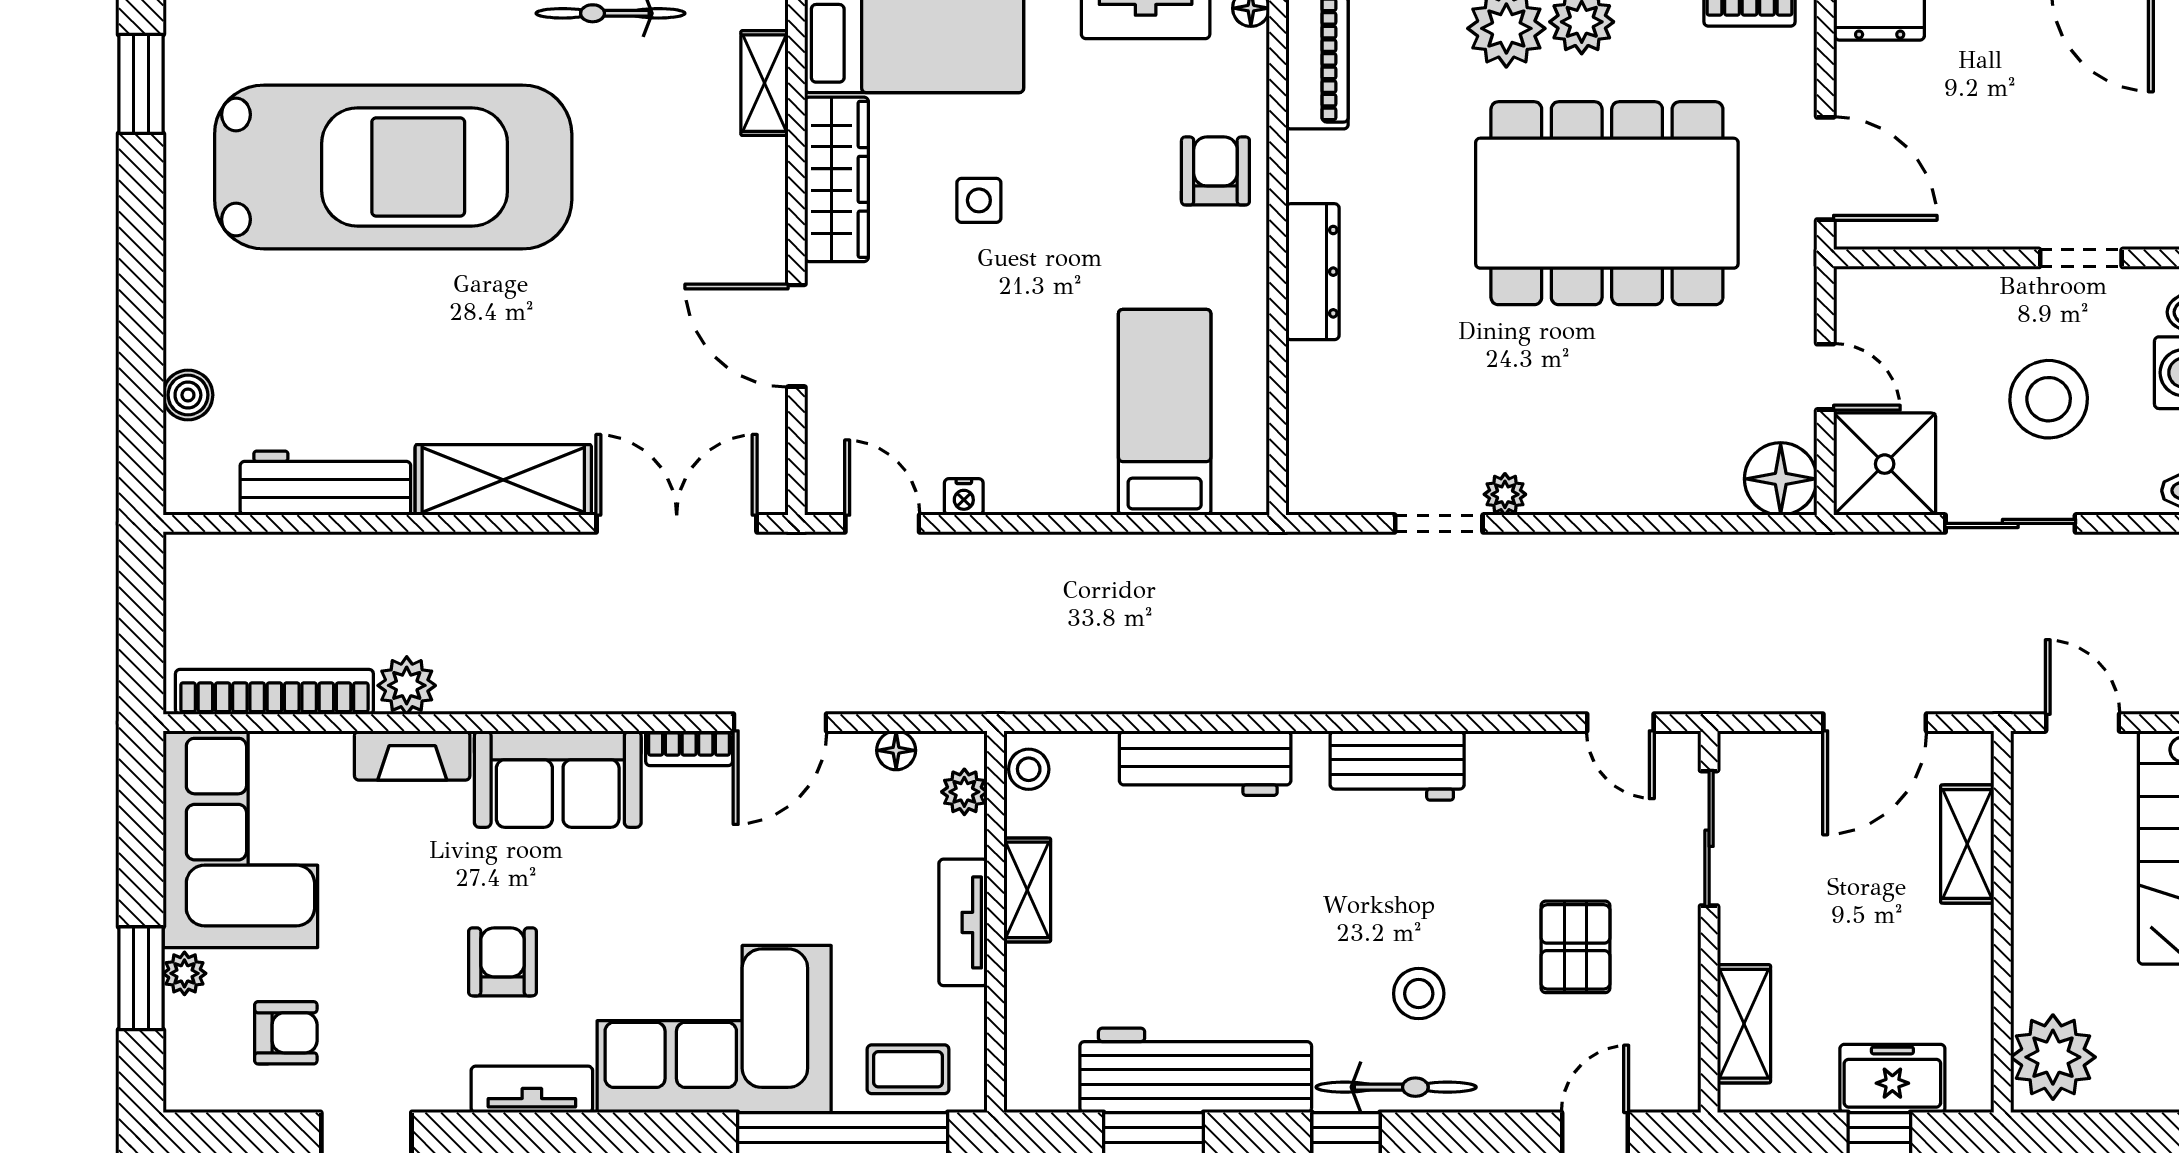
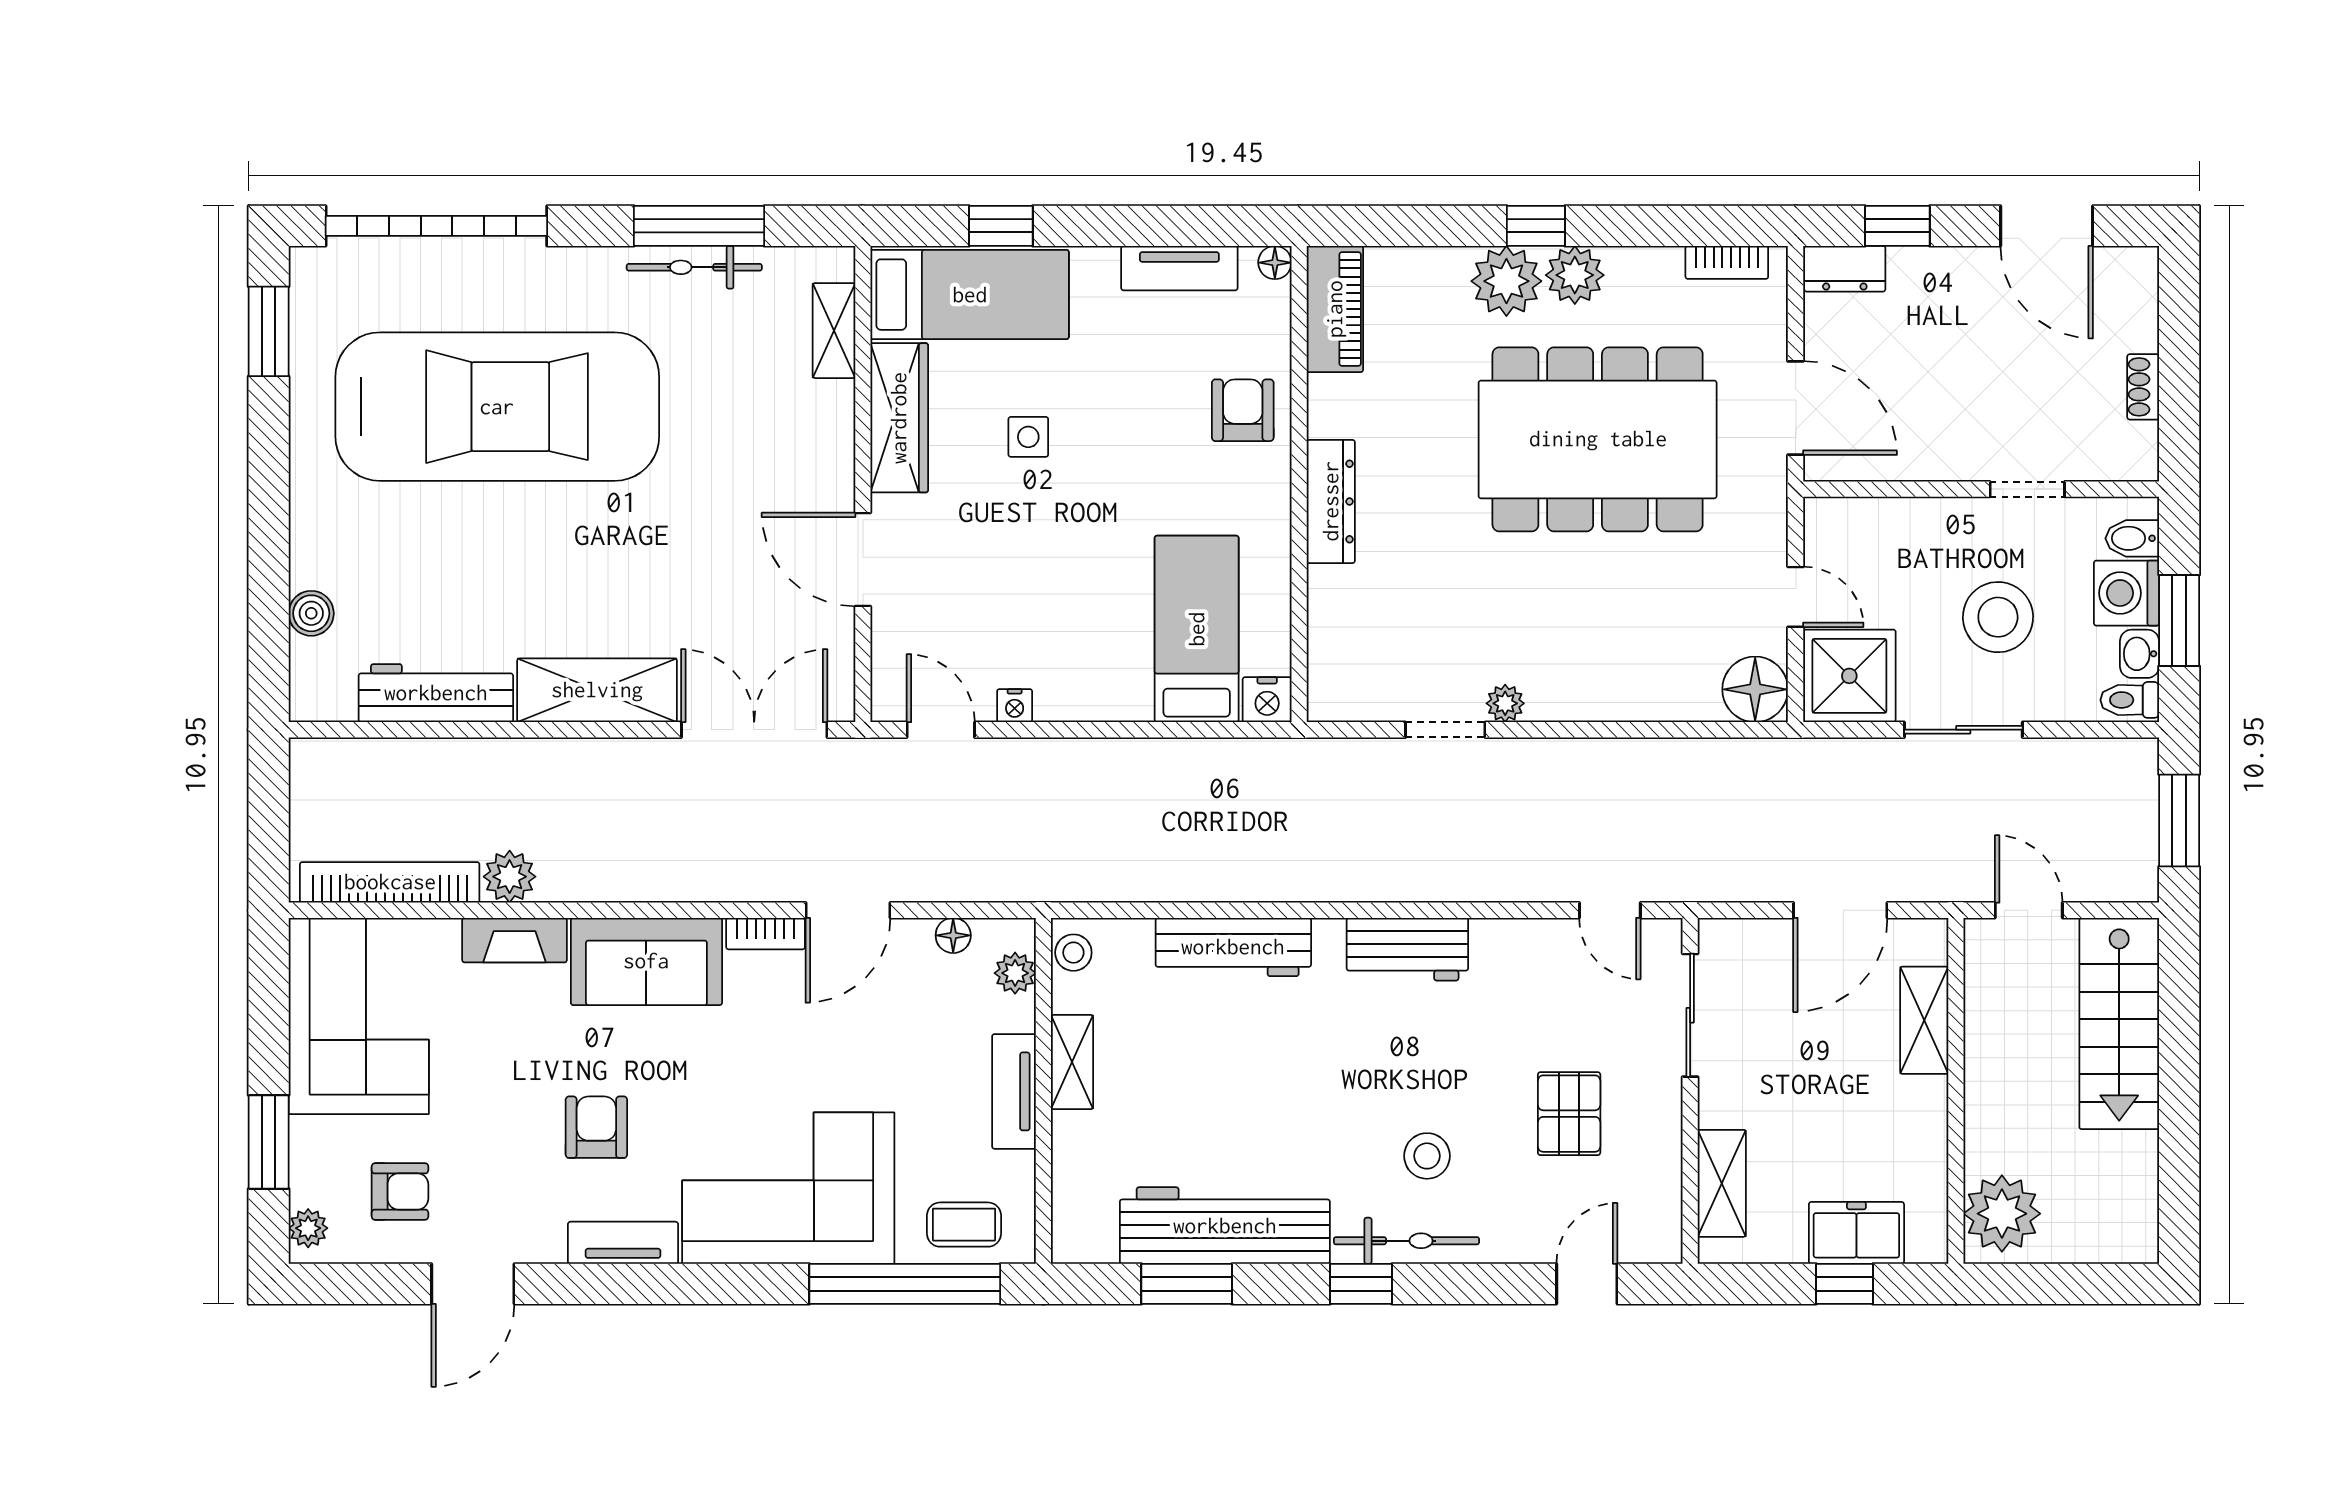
nightstand: (1242, 490) -> (1267, 700), added
plant: (184, 973) -> (308, 1228), moved

